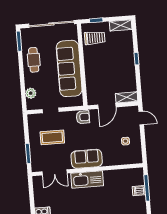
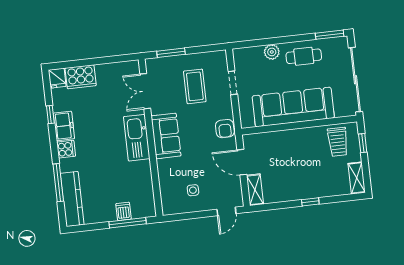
plant: (31, 93) -> (272, 52), moved

